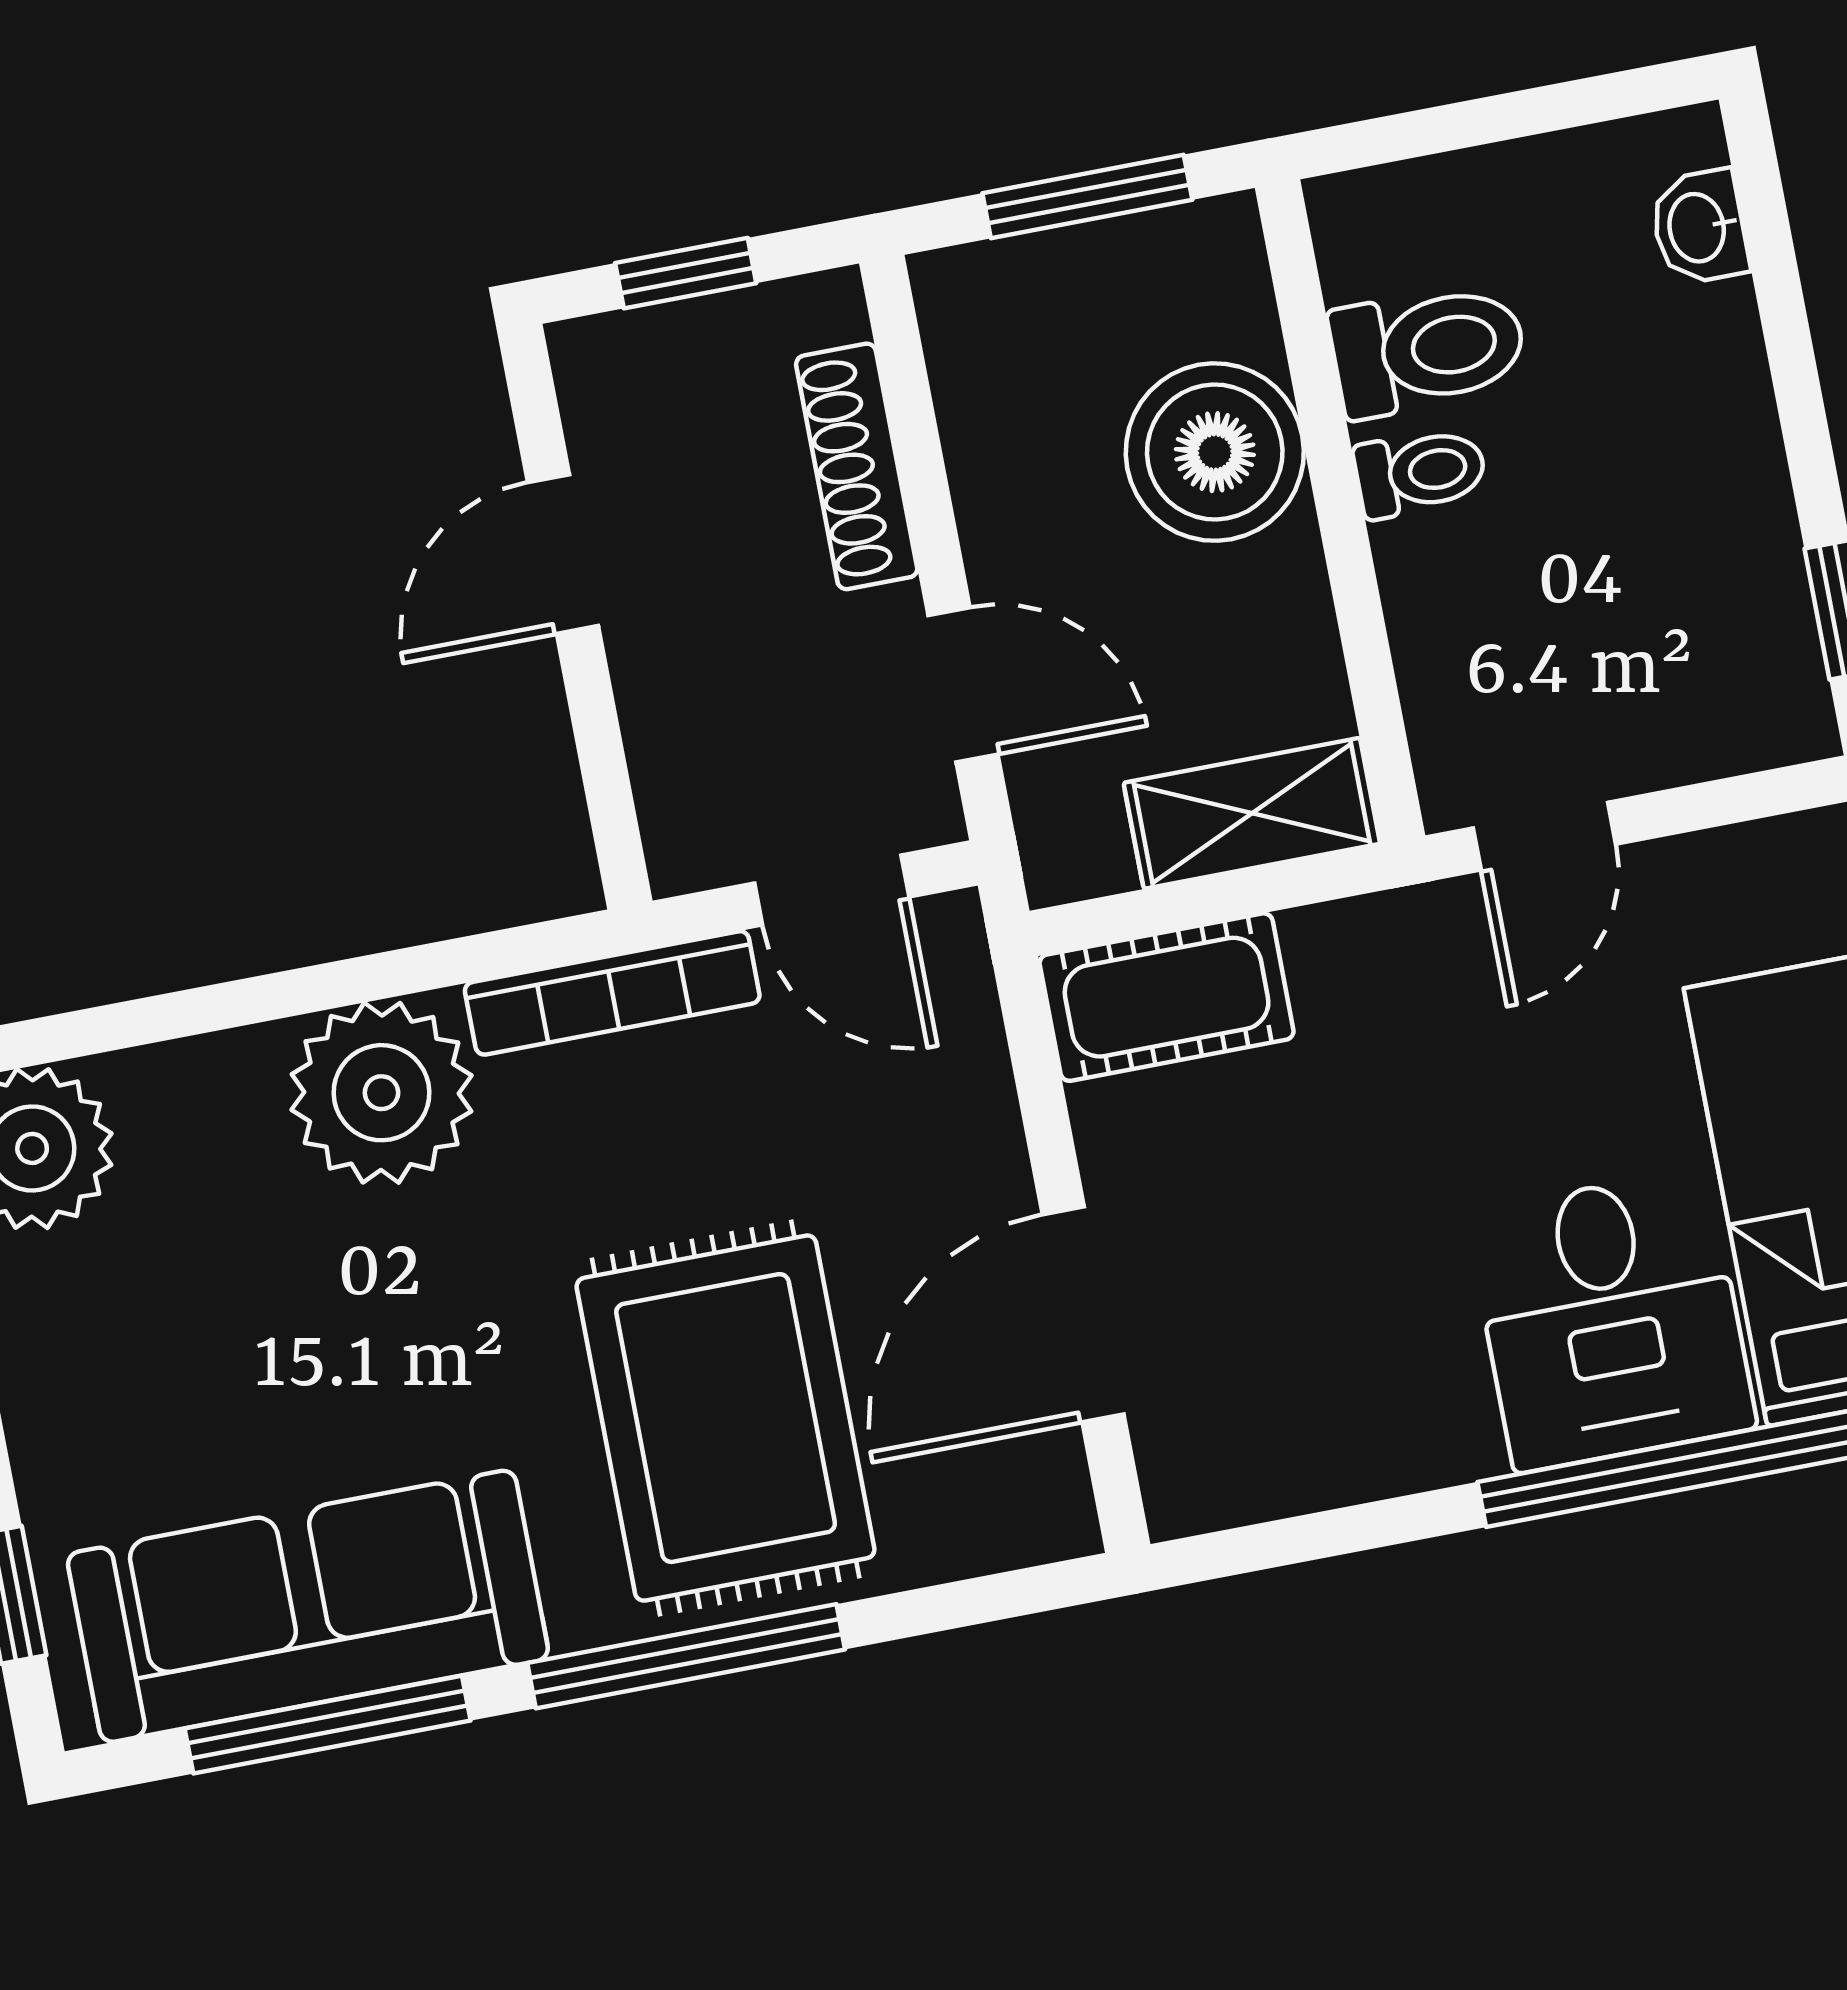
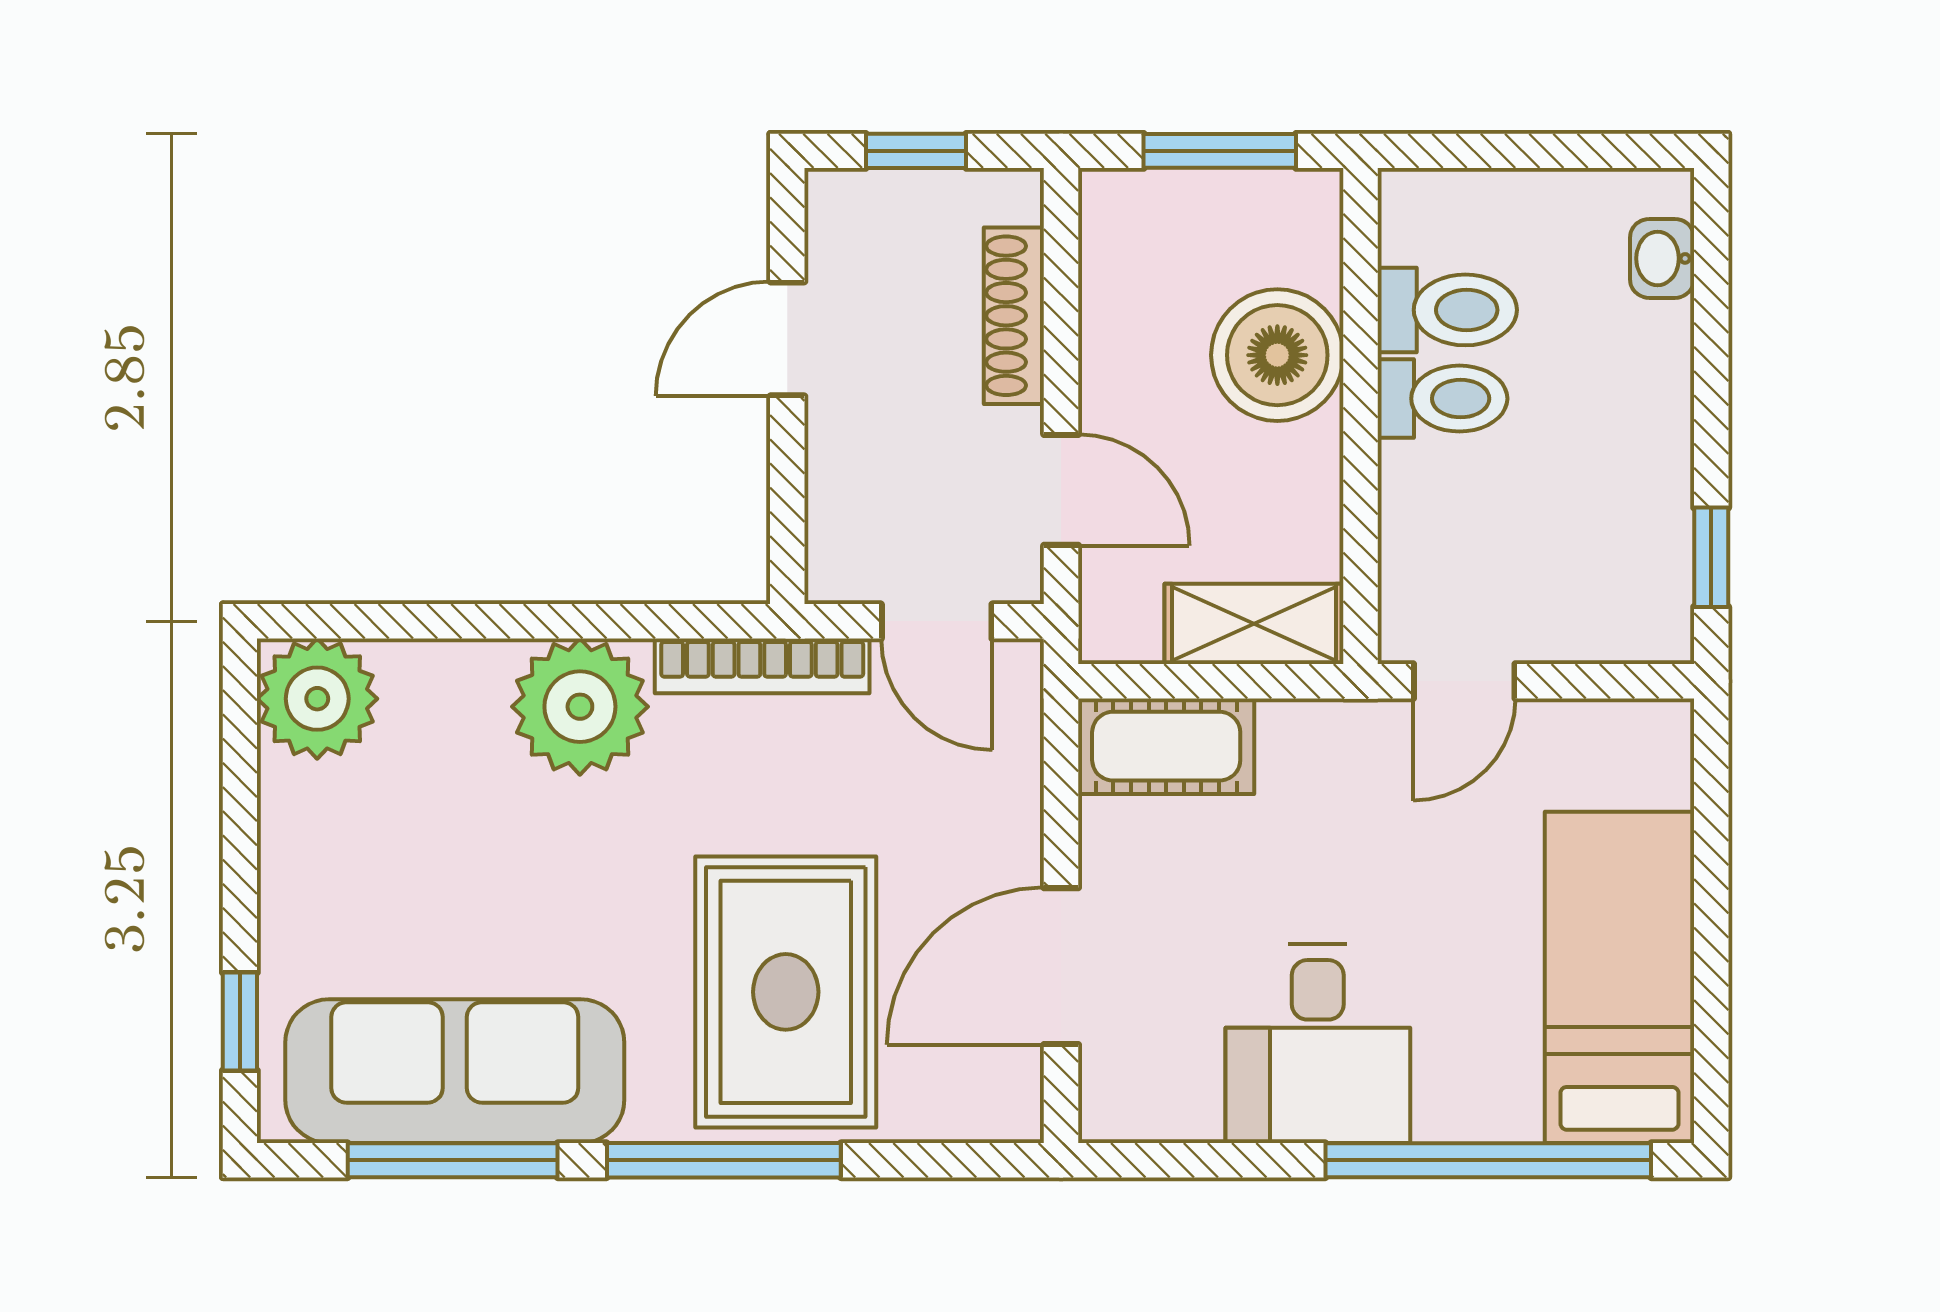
toilet: (1420, 472) -> (1442, 399), width x1.37, depth x1.39
desk: (1611, 1320) -> (1318, 1044), moved

